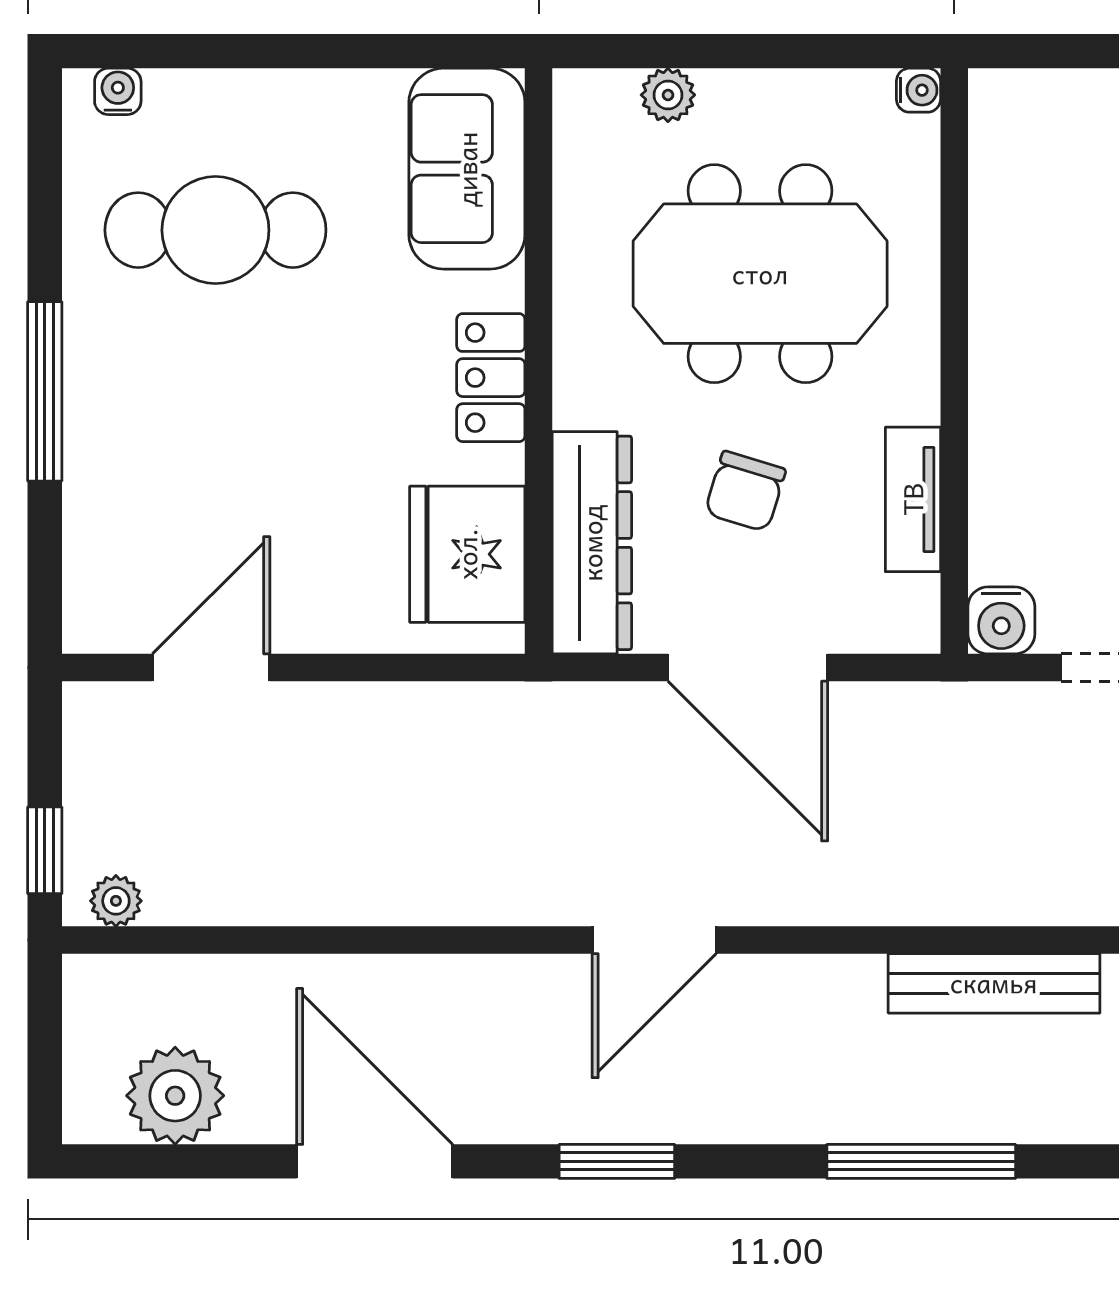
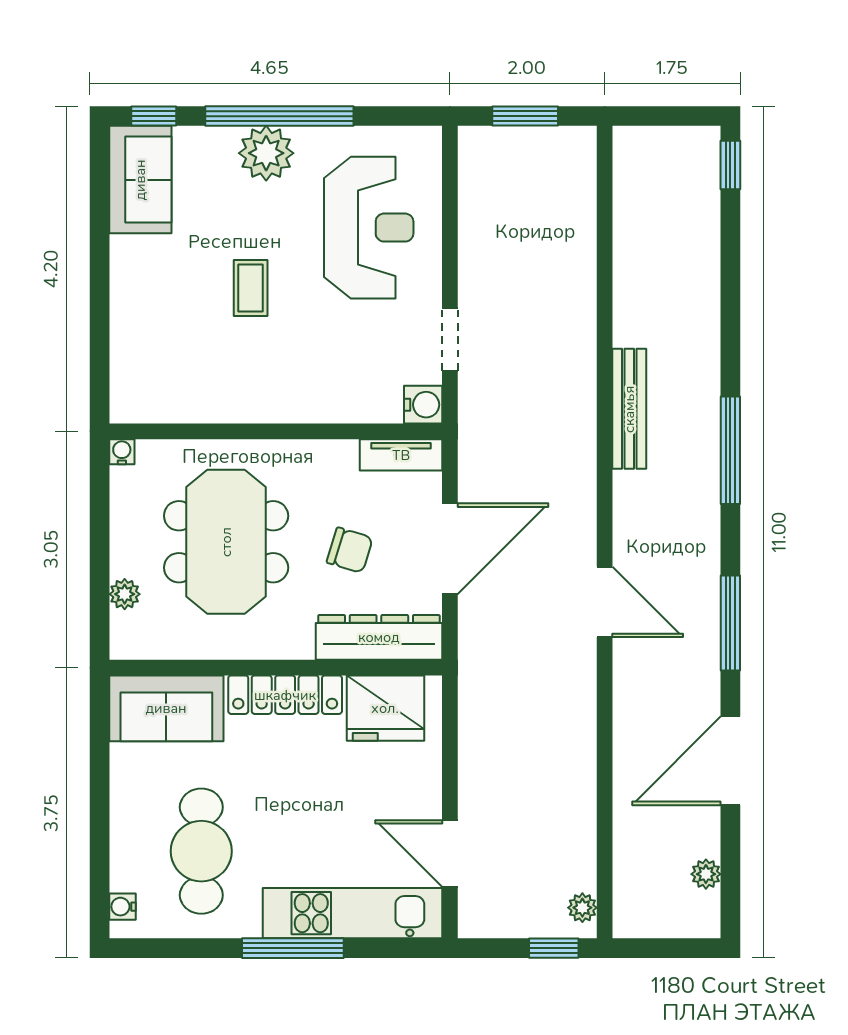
locker: (491, 378) -> (285, 695), width x1.53
kitchen unit: (106, 496) -> (352, 913), added
tv unit: (913, 499) -> (401, 455), moved
plant: (175, 1096) -> (706, 874), width x0.53, depth x0.53
window: (617, 1161) -> (730, 623), width x1.44

